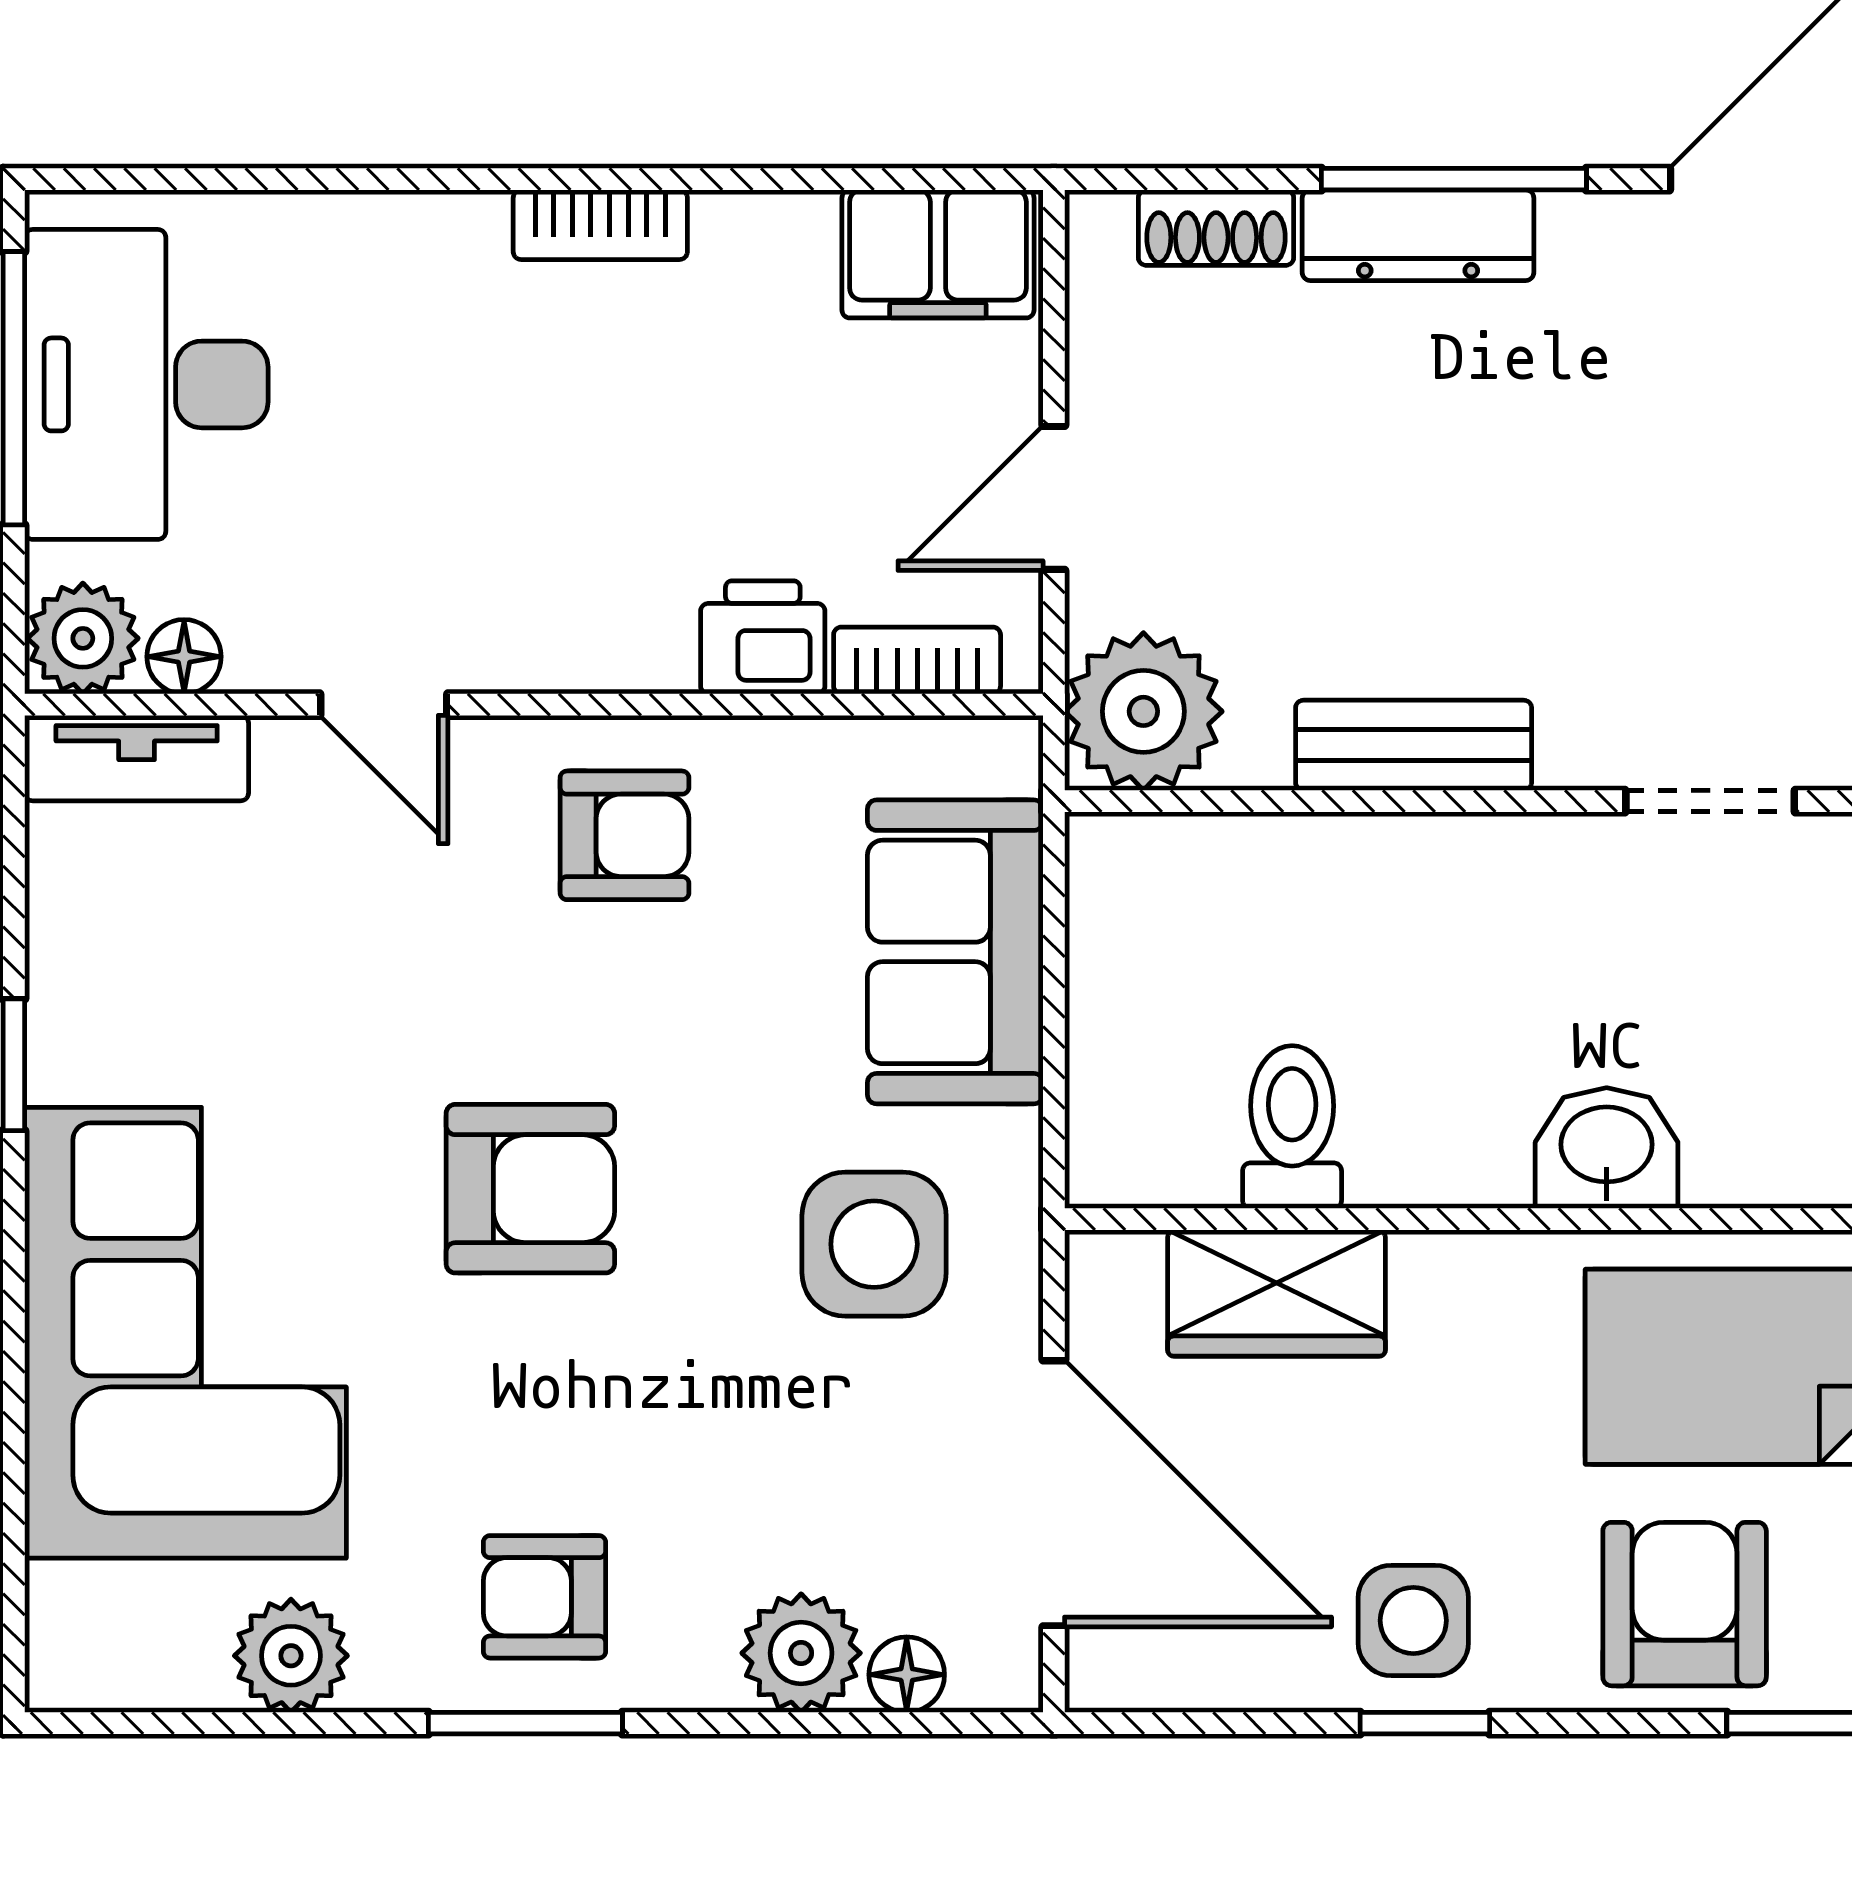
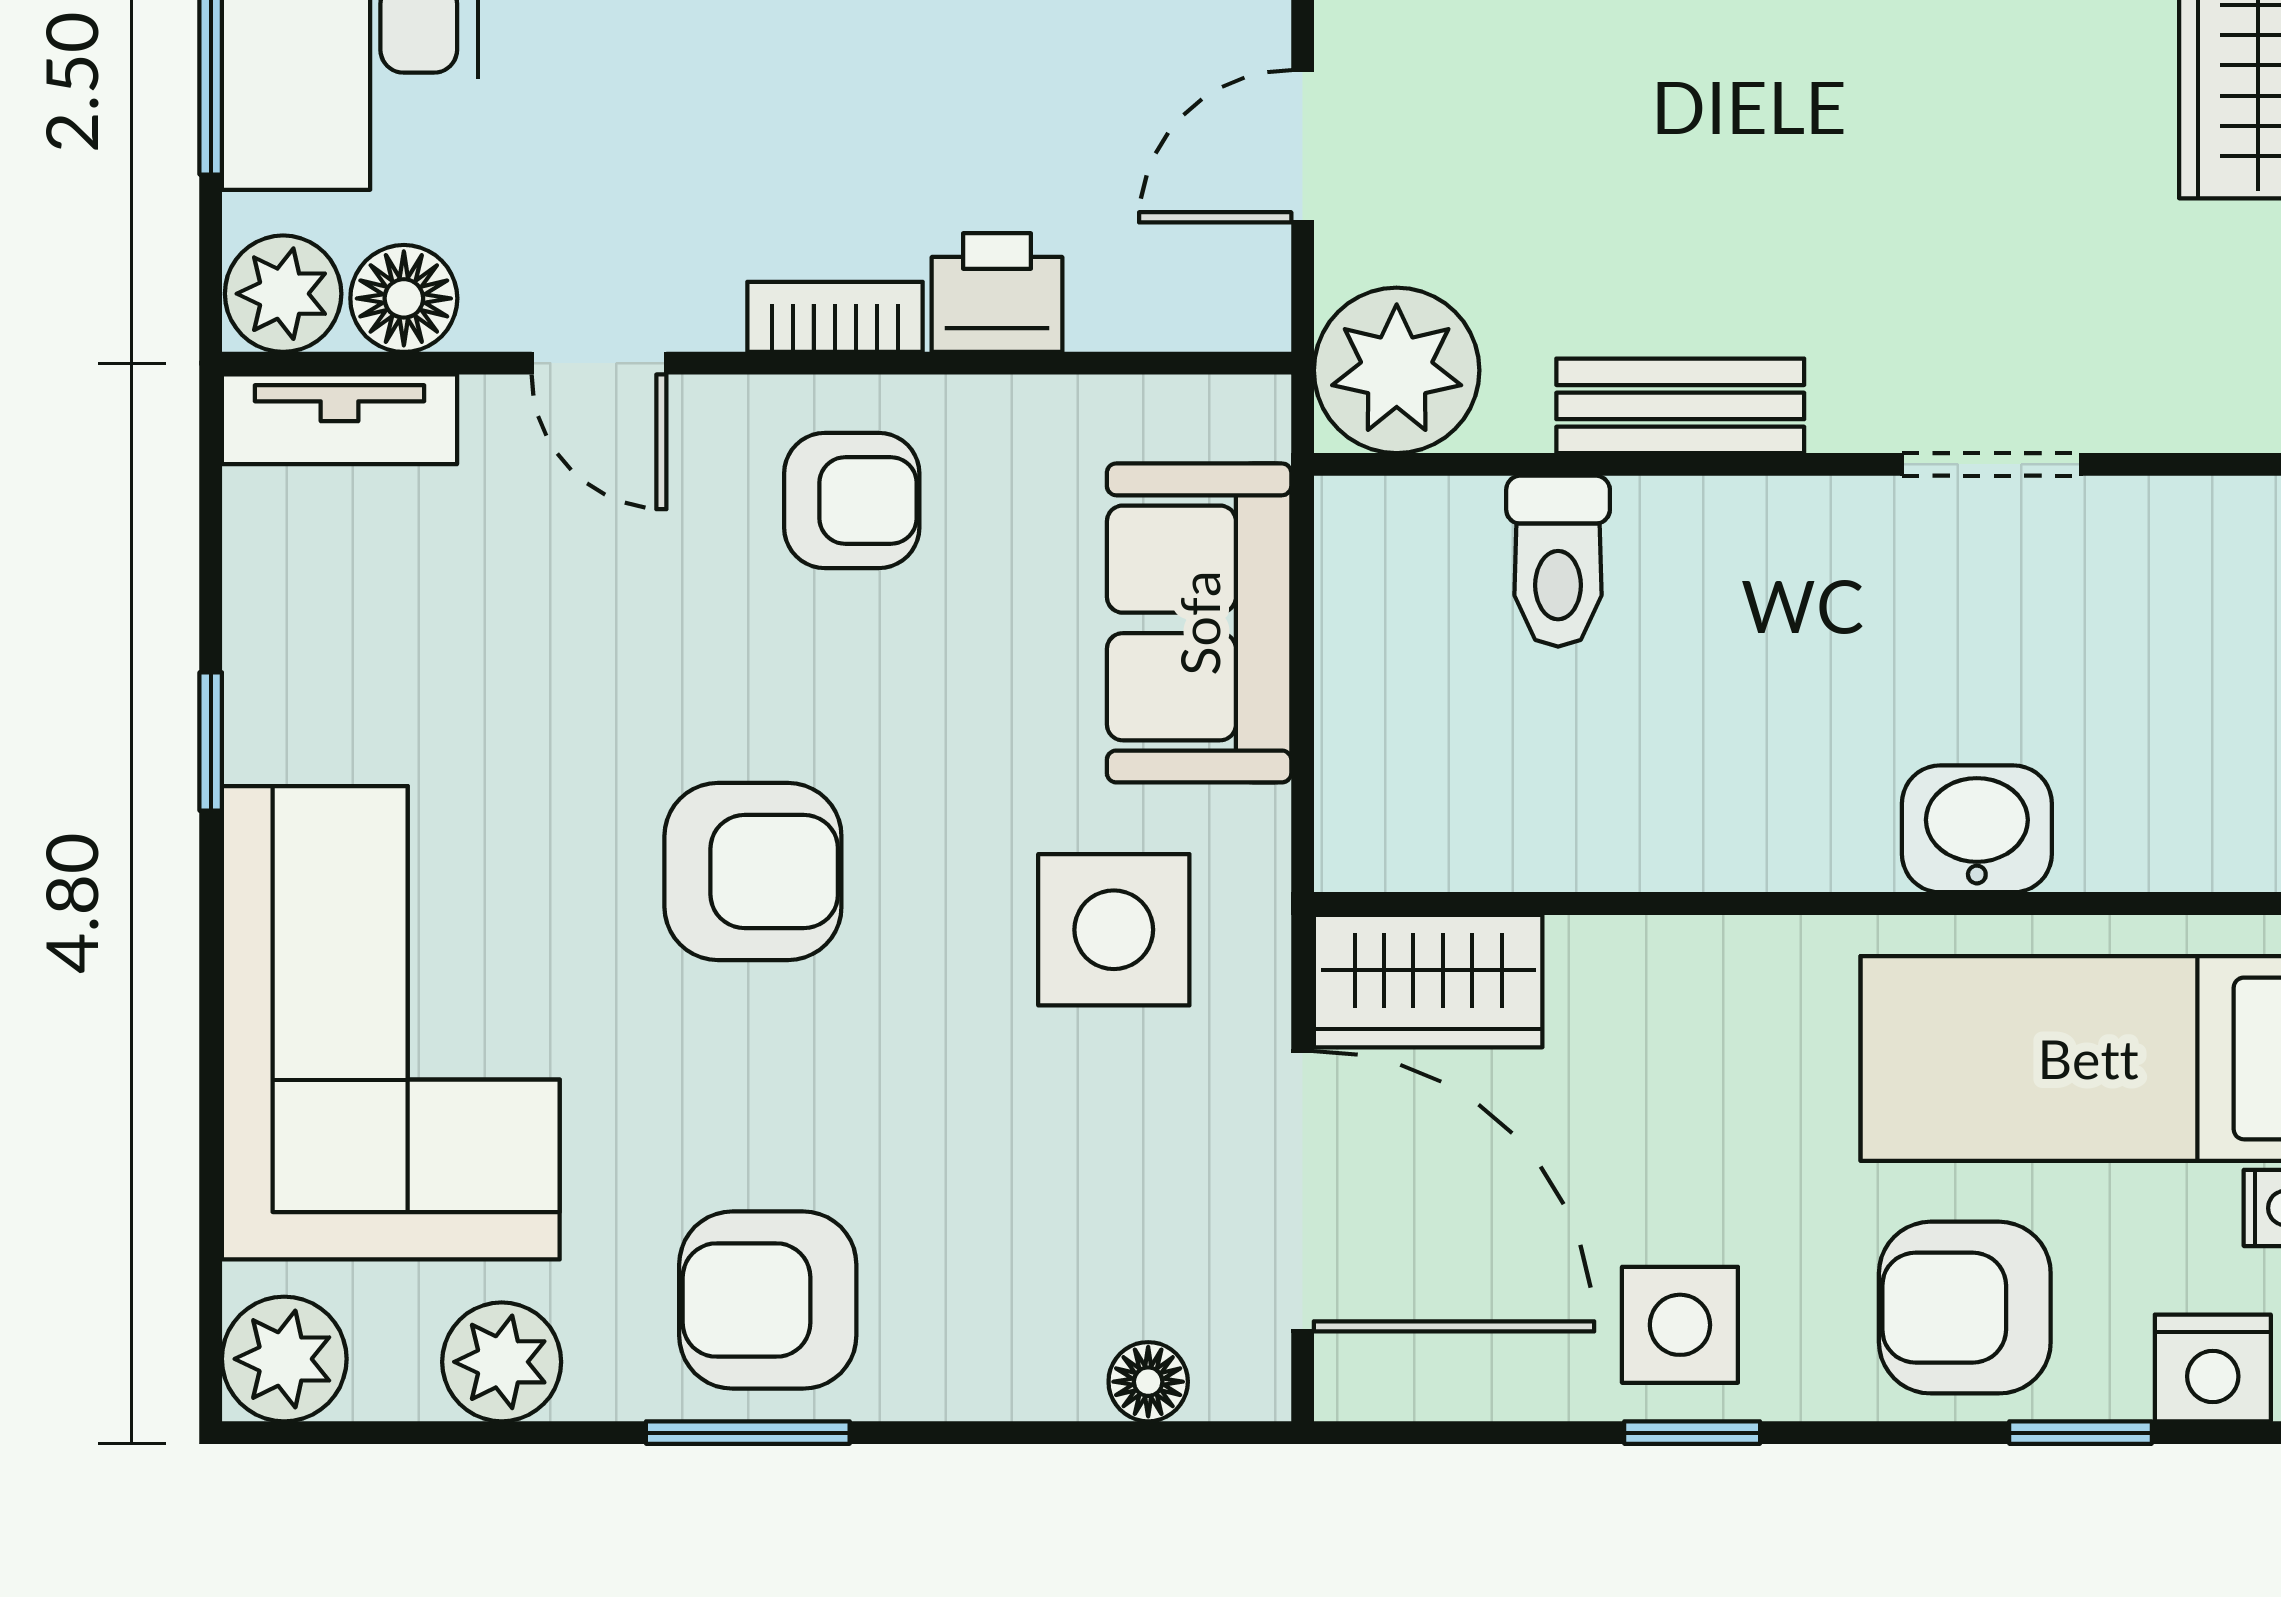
floor lamp: (184, 657) -> (404, 298), width x1.37, depth x1.37
bookcase: (917, 660) -> (835, 317), moved
toilet: (1292, 1127) -> (1558, 561), moved, turned 180
washbasin: (1607, 1148) -> (1977, 829), moved
wardrobe: (1277, 1293) -> (1428, 981), moved
armchair: (544, 1597) -> (768, 1300), width x1.38, depth x1.38
armchair: (1685, 1604) -> (1965, 1308), turned -90
plant: (801, 1653) -> (284, 1359), moved

